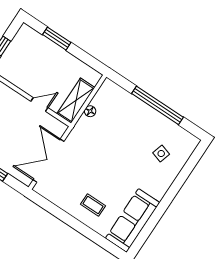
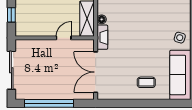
fireplace: (79, 130) -> (102, 37), added
side table: (161, 154) -> (180, 38), moved

